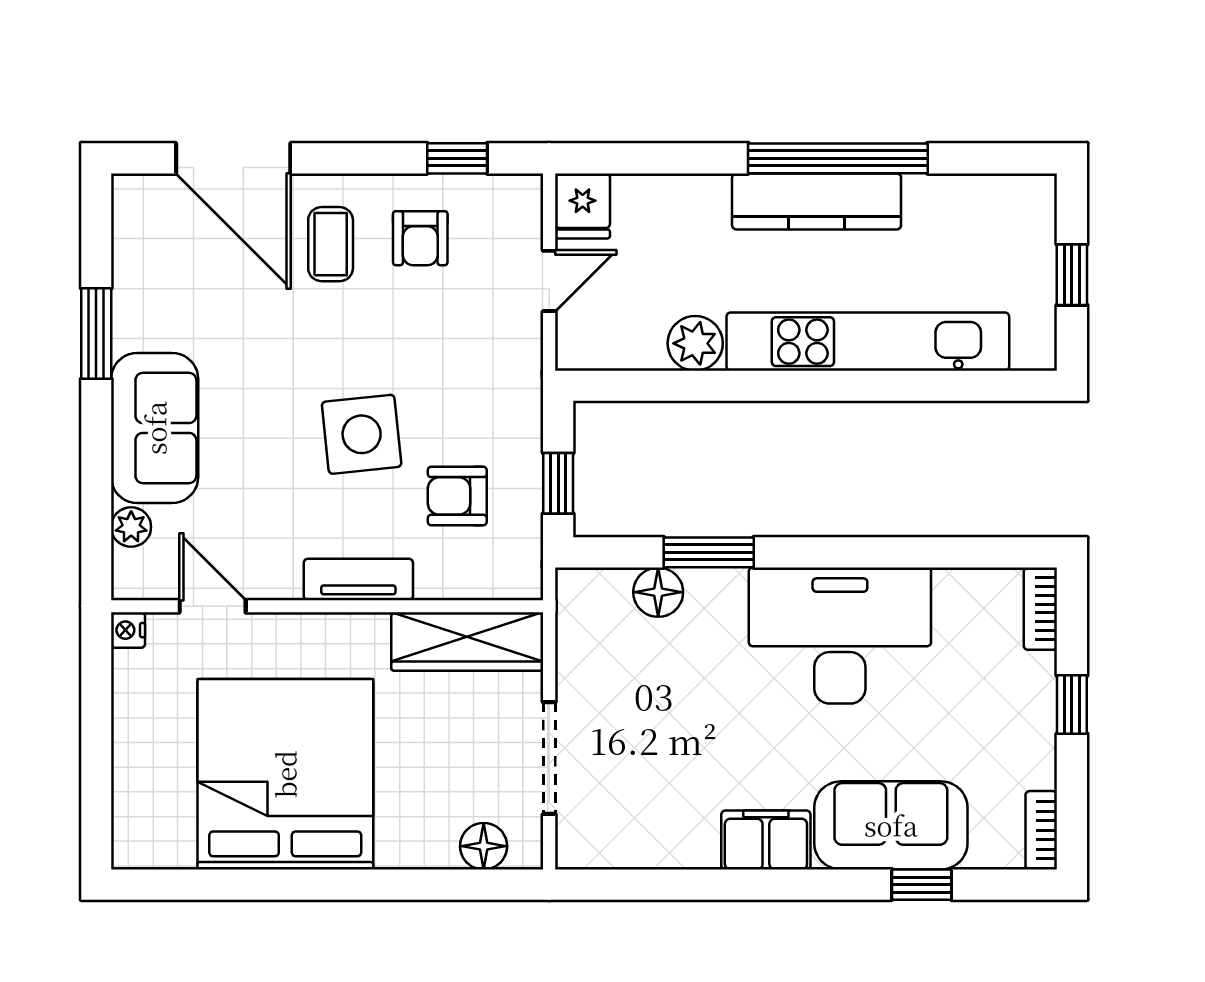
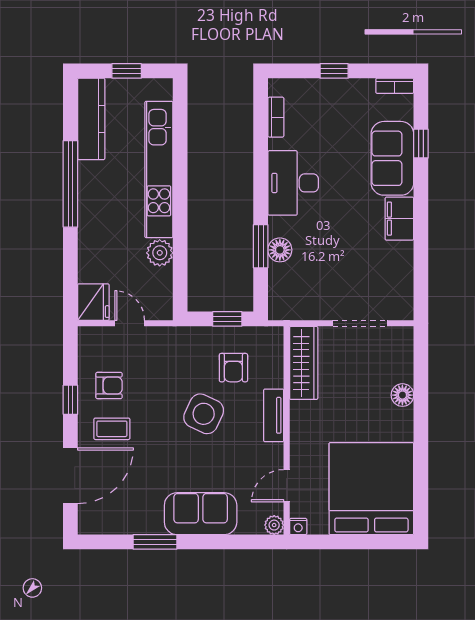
window: (457, 158) -> (70, 400), moved
kitchen counter: (817, 201) -> (91, 119), moved
fridge: (583, 206) -> (93, 302), width x1.38
side table: (362, 434) -> (204, 414), turned 31
plant: (131, 527) -> (274, 525), moved
floor lamp: (658, 592) -> (280, 250), moved
bookcase: (1040, 609) -> (276, 117), moved, turned -90
desk: (840, 636) -> (293, 183), width x0.73, depth x0.77
bed: (285, 774) -> (371, 489), moved, turned 90
floor lamp: (484, 846) -> (402, 395), moved

